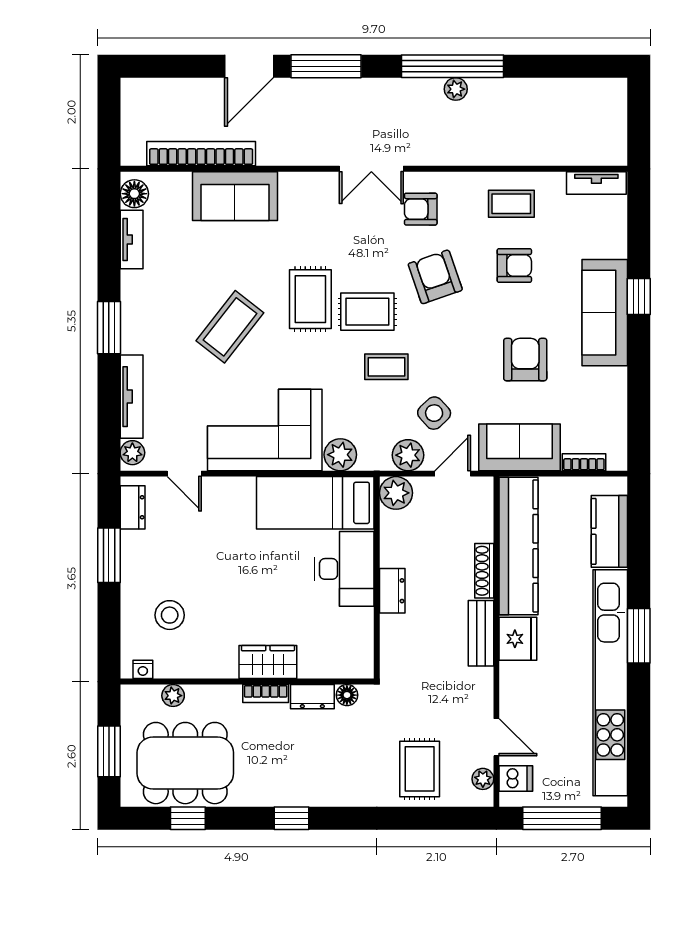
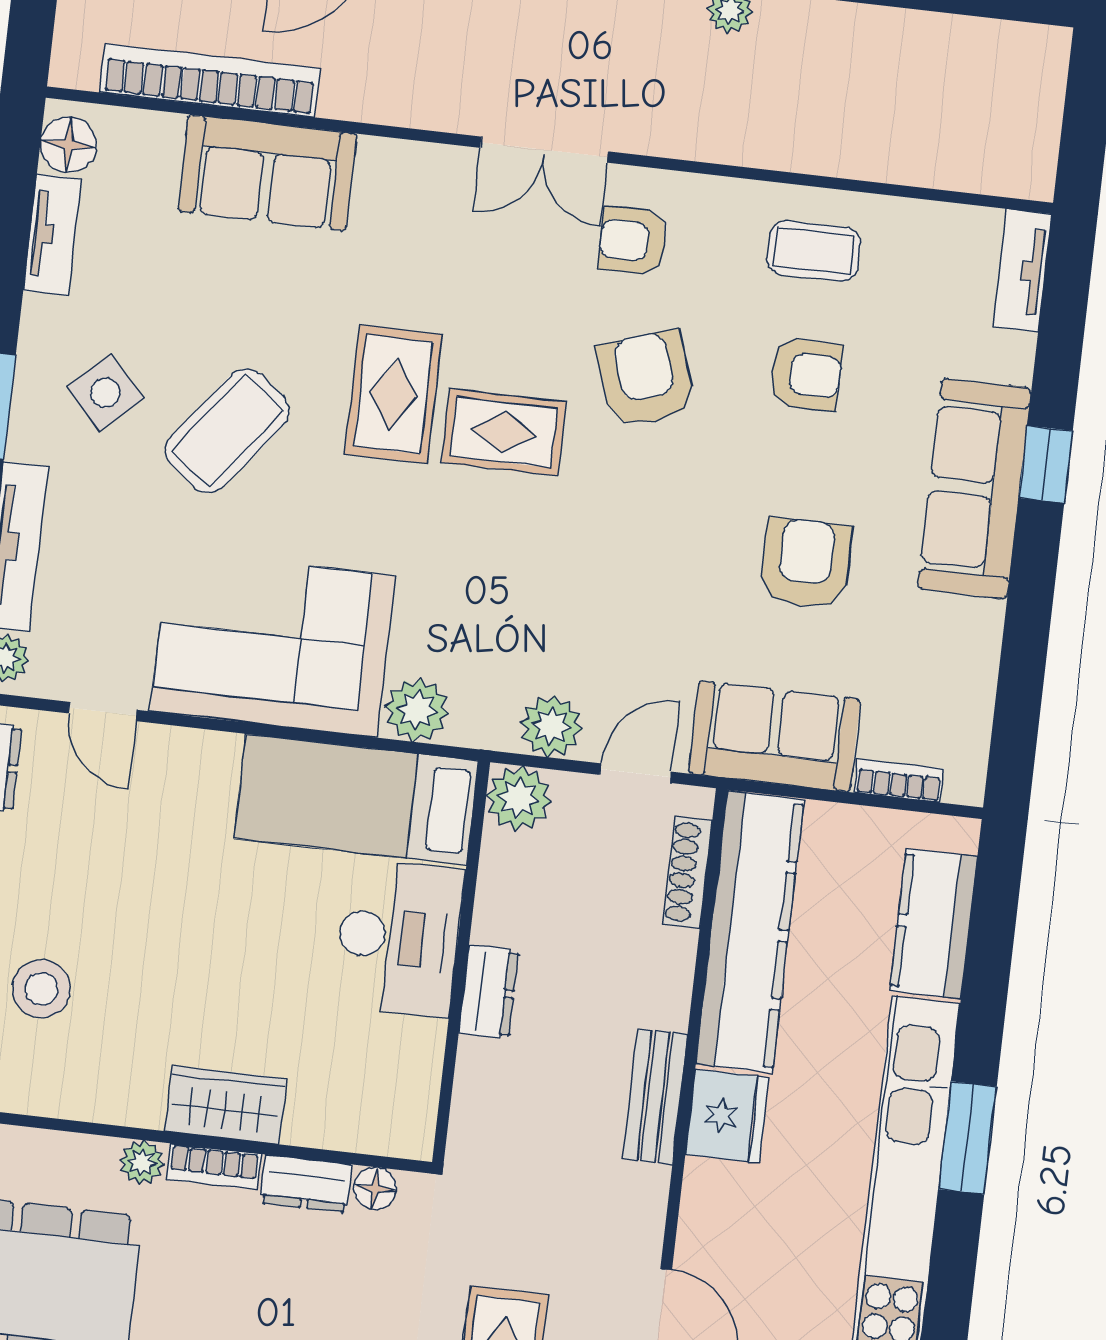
tv unit: (596, 183) -> (1022, 270), moved, turned 90
coffee table: (386, 367) -> (529, 546), removed
side table: (434, 413) -> (105, 393), moved
shoe rack: (484, 571) -> (688, 872), moved
plant: (173, 696) -> (142, 1162), moved

